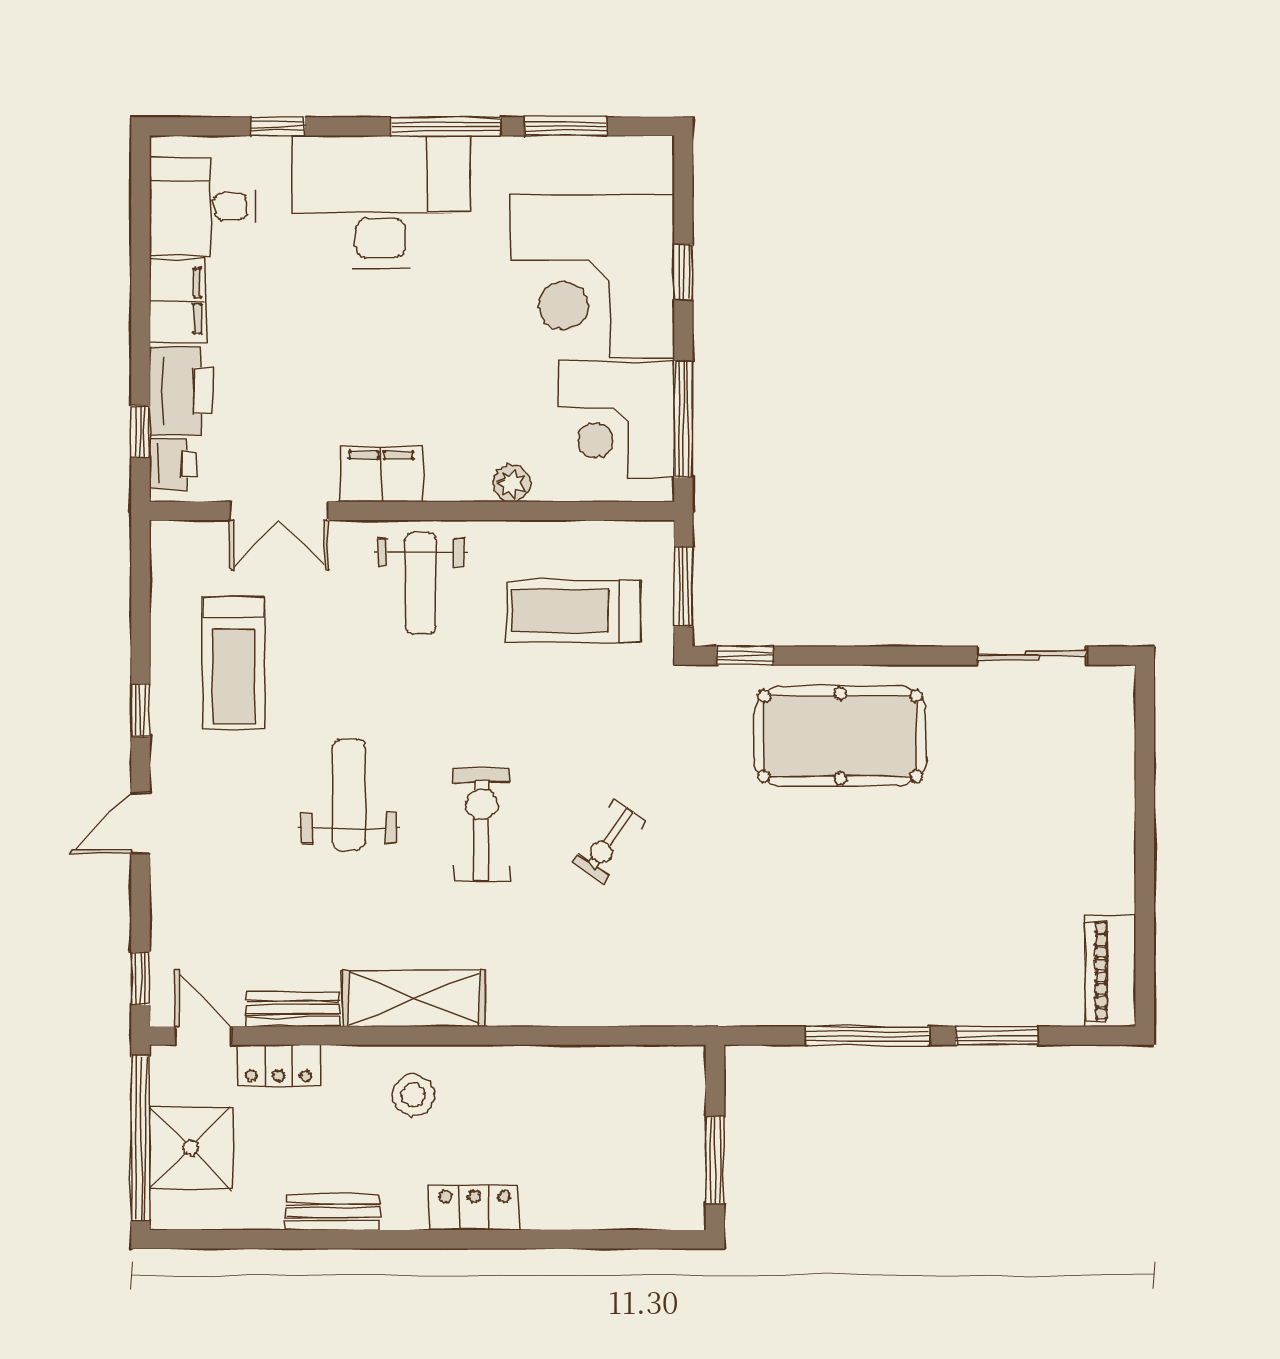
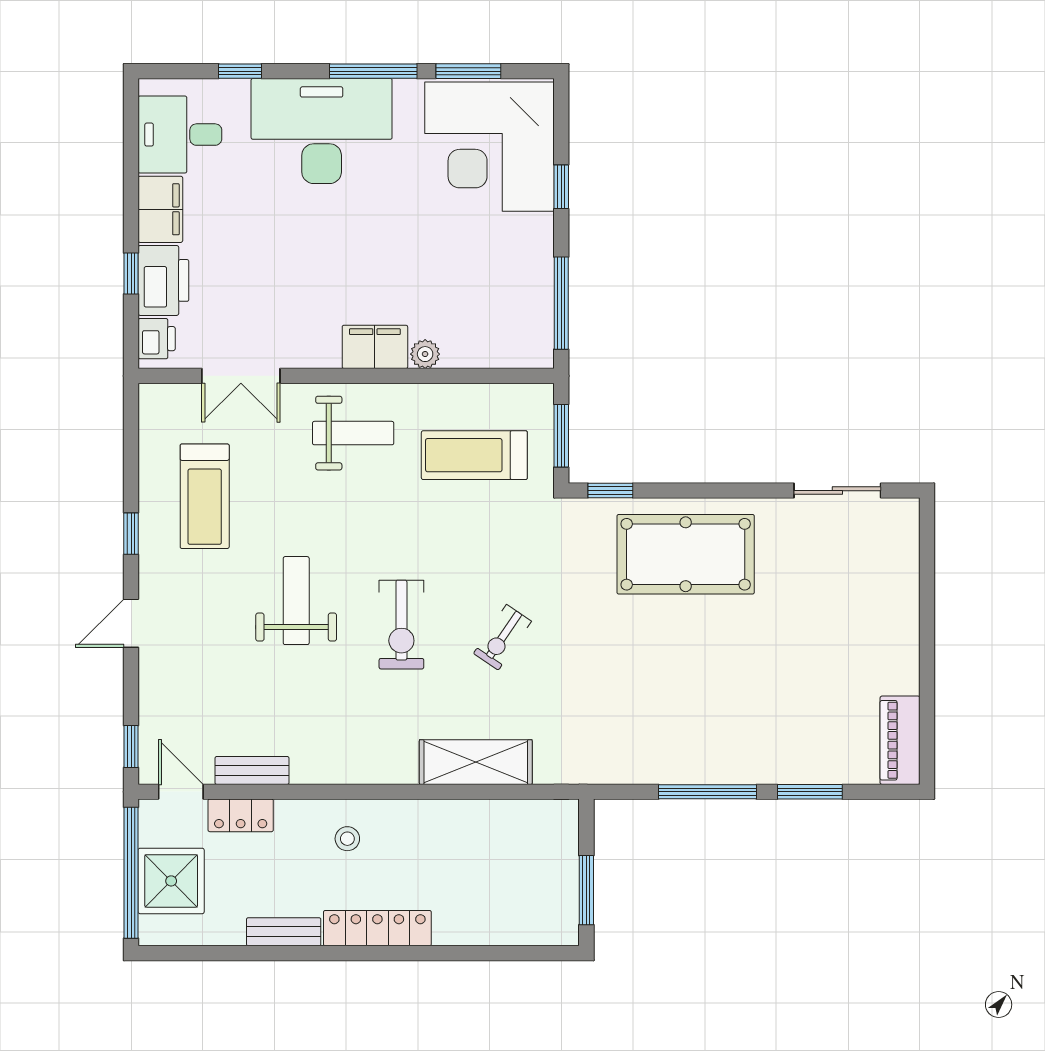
corner desk: (593, 276) -> (489, 147), moved
corner desk: (616, 419) -> (508, 303), removed
window: (140, 432) -> (131, 274), moved
filing cabinet: (381, 474) -> (375, 347), moved
weight bench: (421, 583) -> (353, 433), turned -90
exercise bike: (482, 825) -> (401, 625), turned 180
shelving: (414, 998) -> (476, 762), moved
stool: (413, 1095) -> (347, 839), width x0.73, depth x0.73
locker: (475, 1208) -> (377, 928), width x1.53

